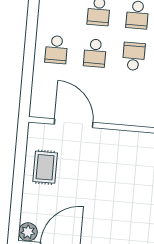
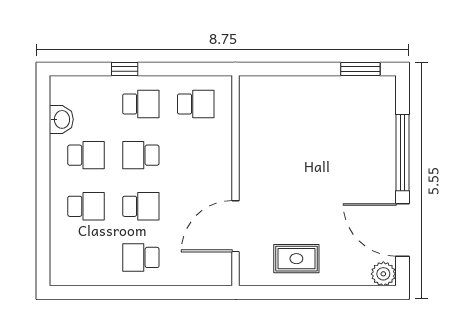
school desk: (56, 50) -> (141, 257), turned 180

